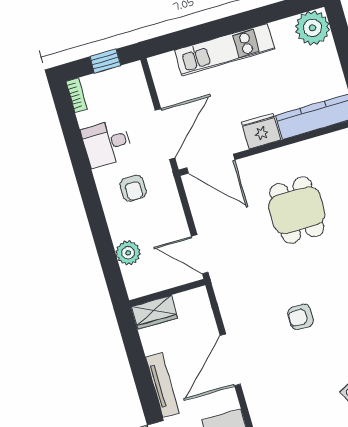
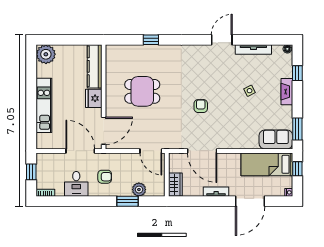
window: (102, 239) -> (127, 201), added
door: (200, 254) -> (151, 151), hinge flipped
armchair: (301, 317) -> (201, 106), turned 180
door: (230, 360) -> (202, 151), moved
tv unit: (162, 385) -> (216, 192), width x0.71

